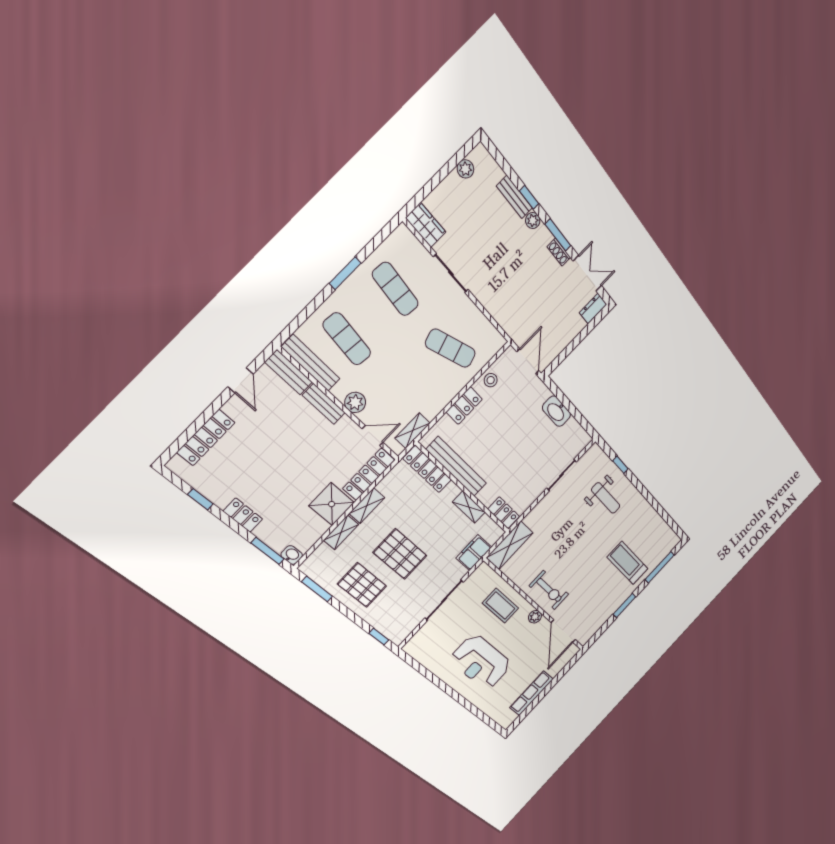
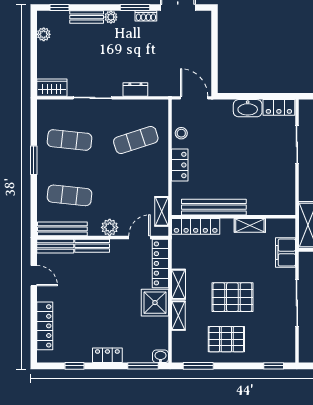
window: (529, 197) -> (60, 8), moved
dresser: (593, 308) -> (135, 89), moved, turned 90
locker: (504, 513) -> (279, 107), moved, turned 180

